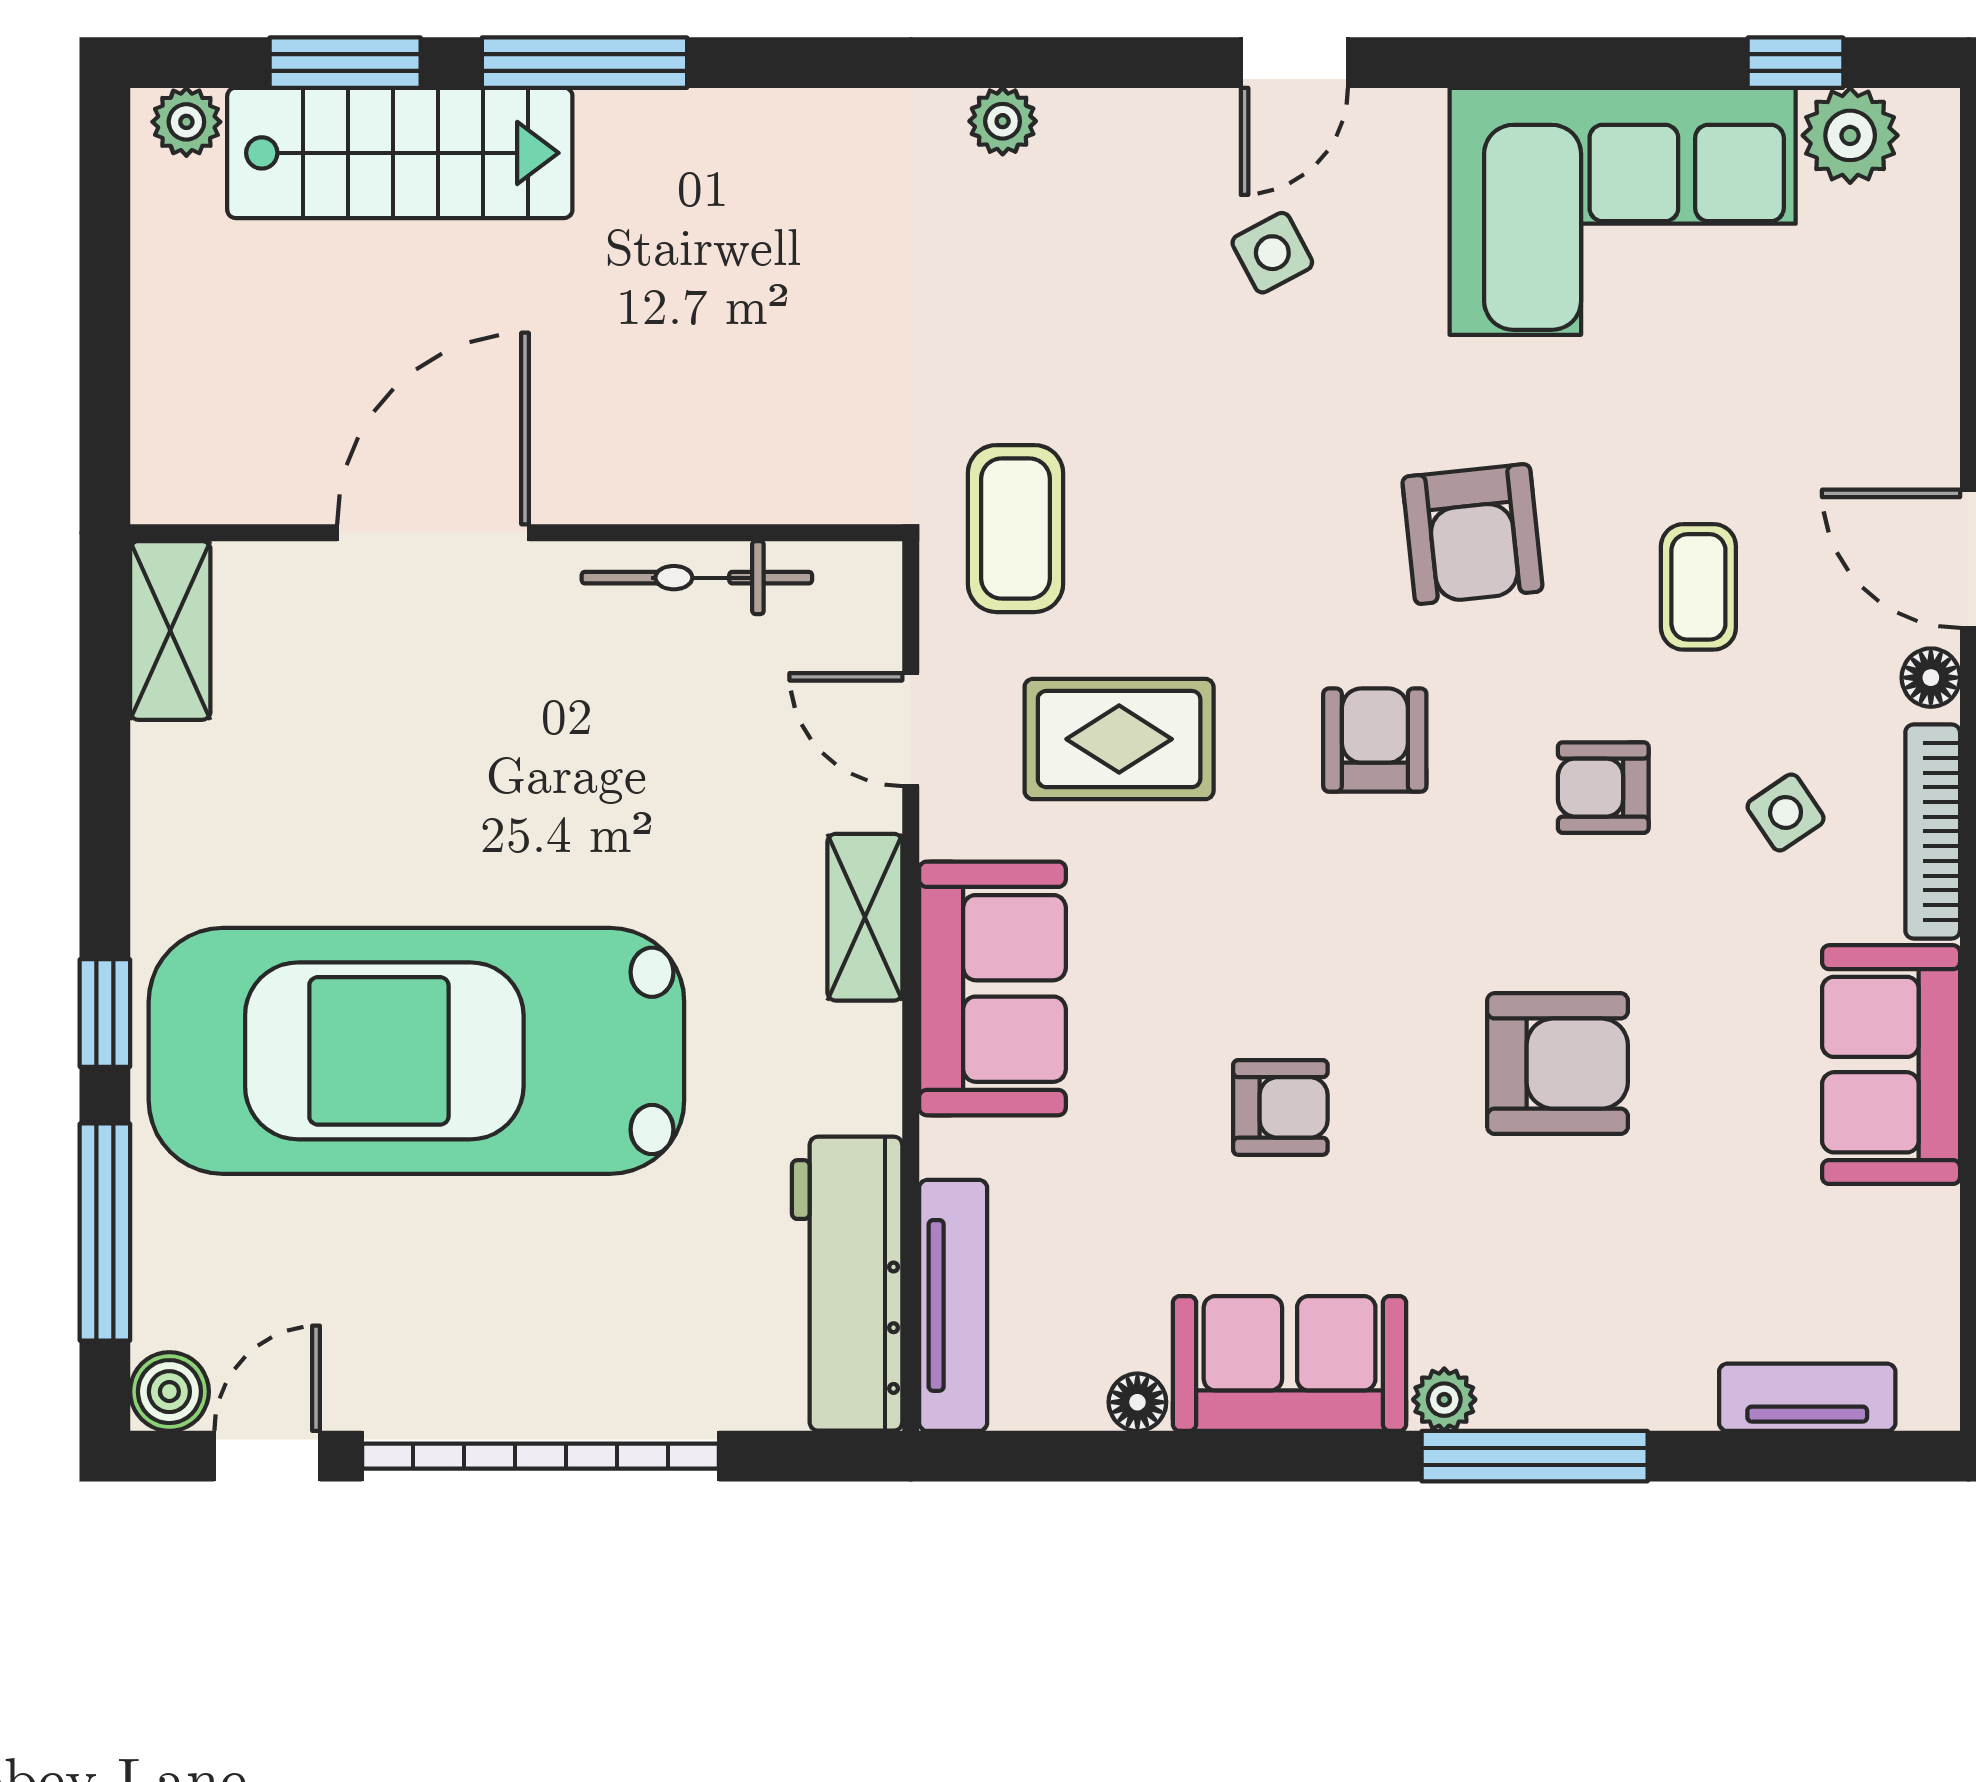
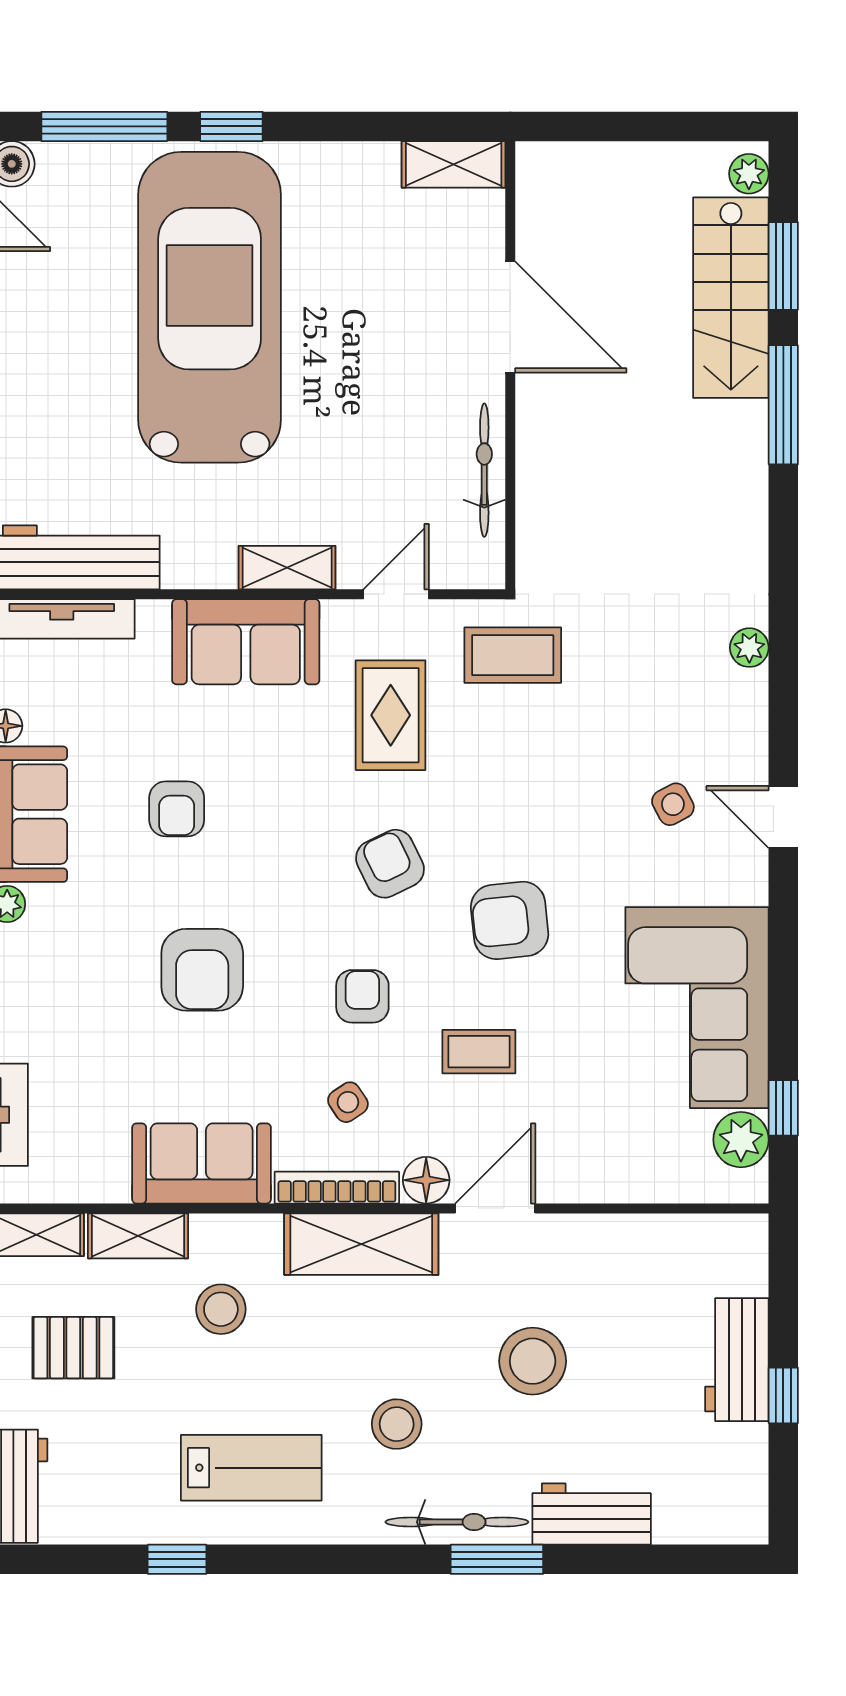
floor lamp: (1931, 678) -> (426, 1180), width x1.37, depth x1.37
armchair: (1375, 740) -> (390, 864), turned -116

